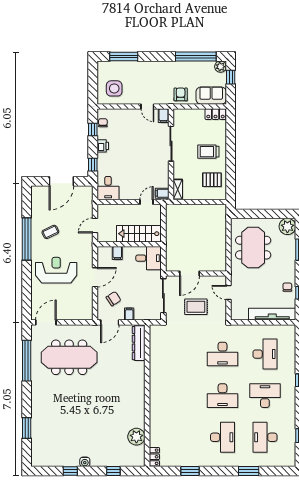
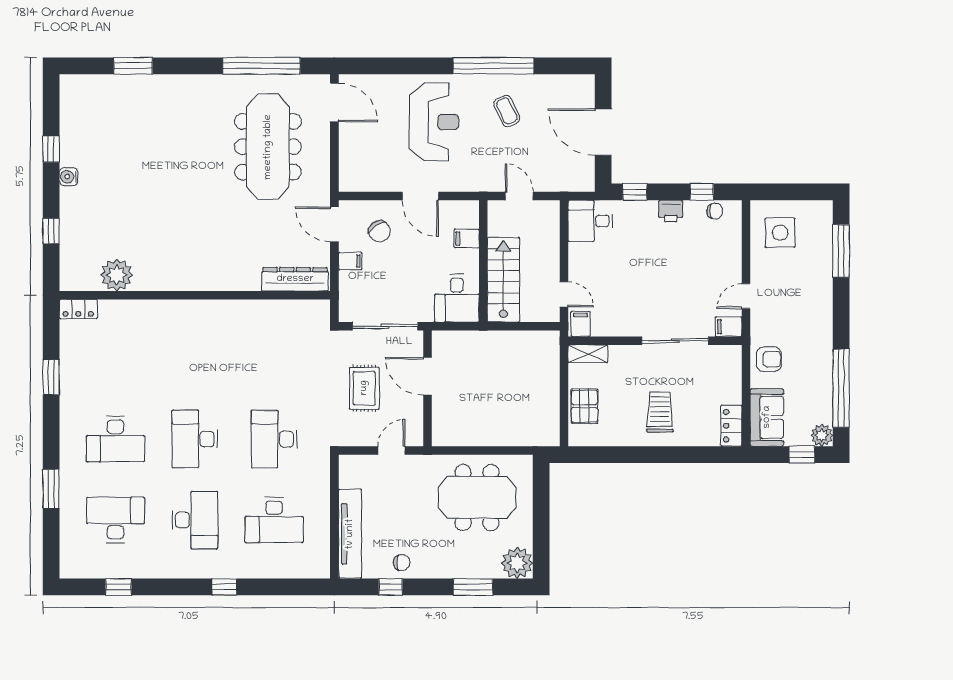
pallet: (212, 180) -> (584, 406), moved

